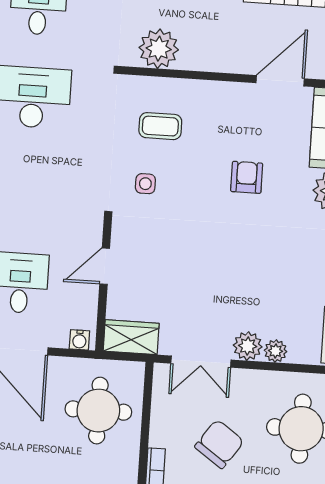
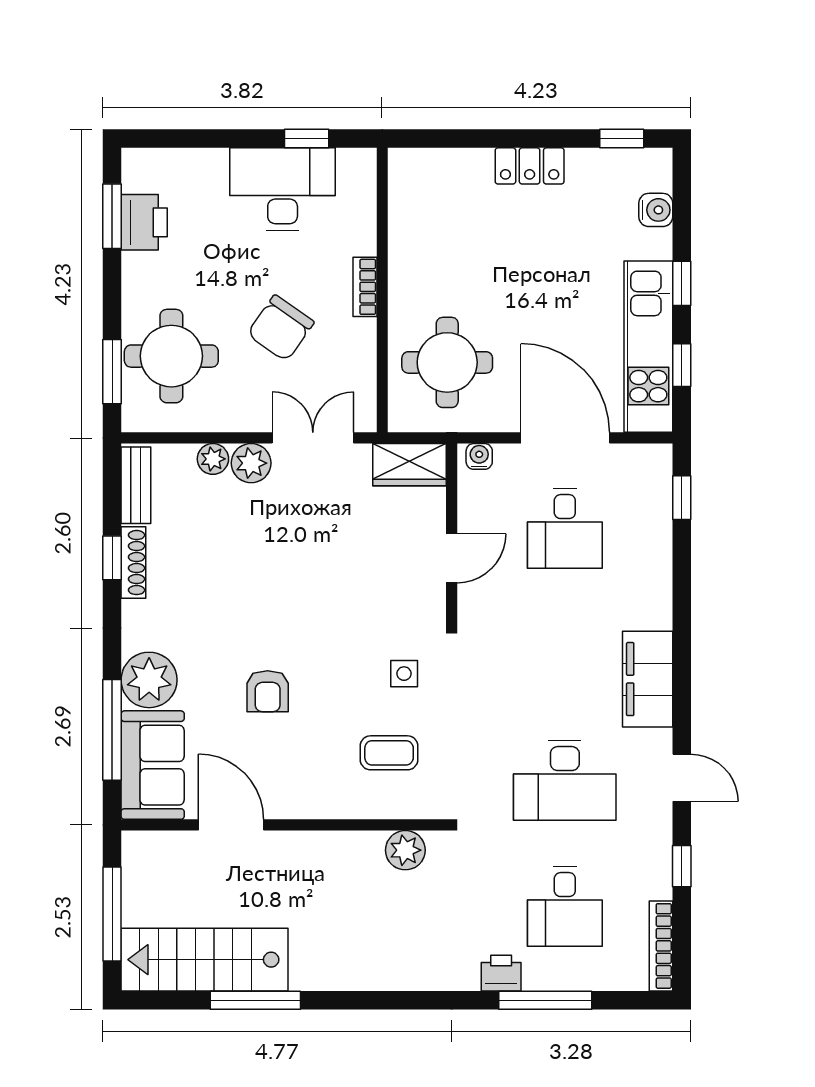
plant: (159, 49) -> (405, 850), width x0.73, depth x0.73
door: (280, 81) -> (231, 825), swing flipped

